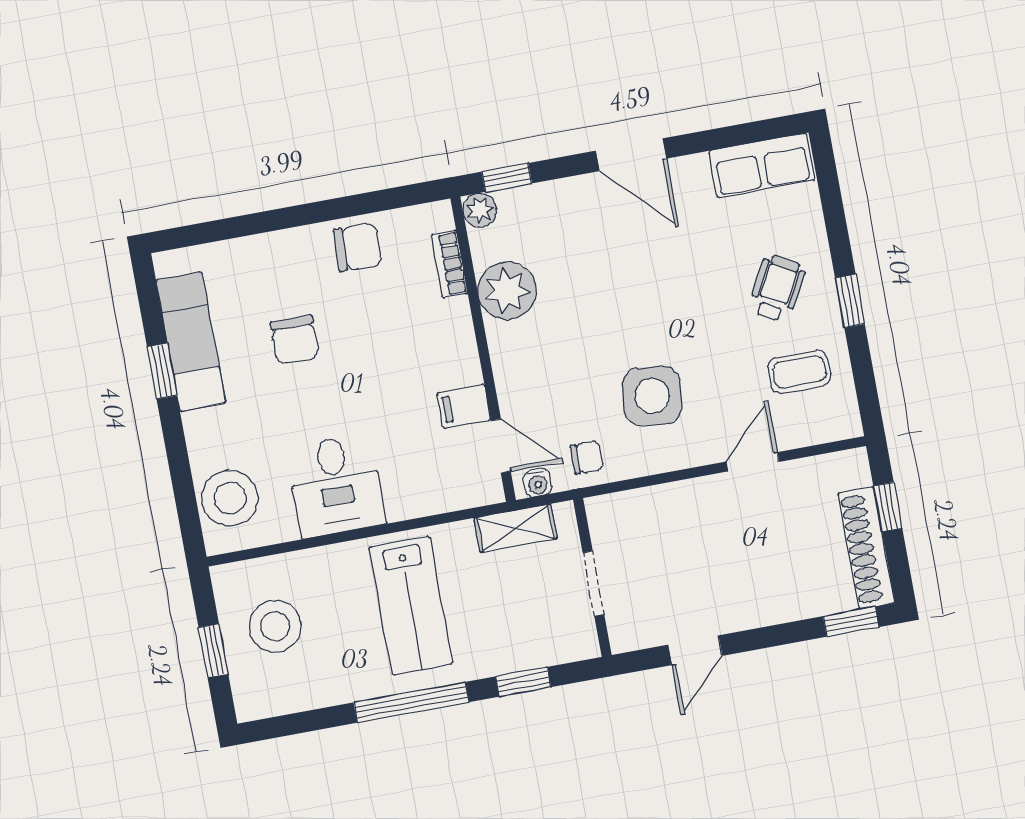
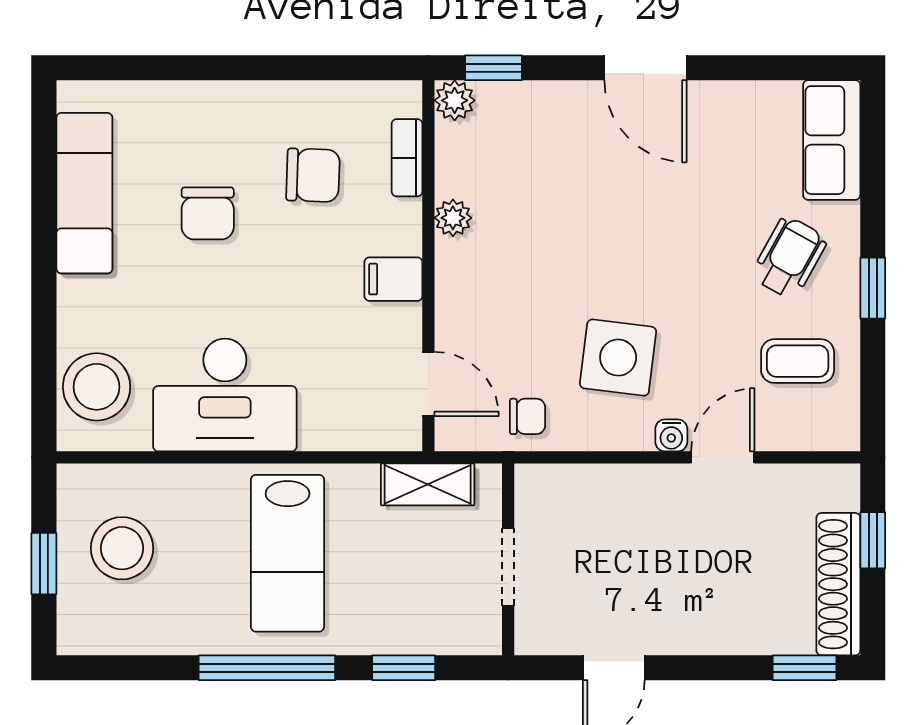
row of seats: (762, 165) -> (832, 140), moved, turned 90
chair: (358, 247) -> (313, 175), moved
plant: (507, 291) -> (453, 218), width x0.53, depth x0.53
window: (162, 371) -> (44, 222), removed
filing cabinet: (464, 406) -> (393, 279), moved
water cooler: (538, 483) -> (671, 435), moved
desk: (336, 485) -> (225, 395), width x1.37

